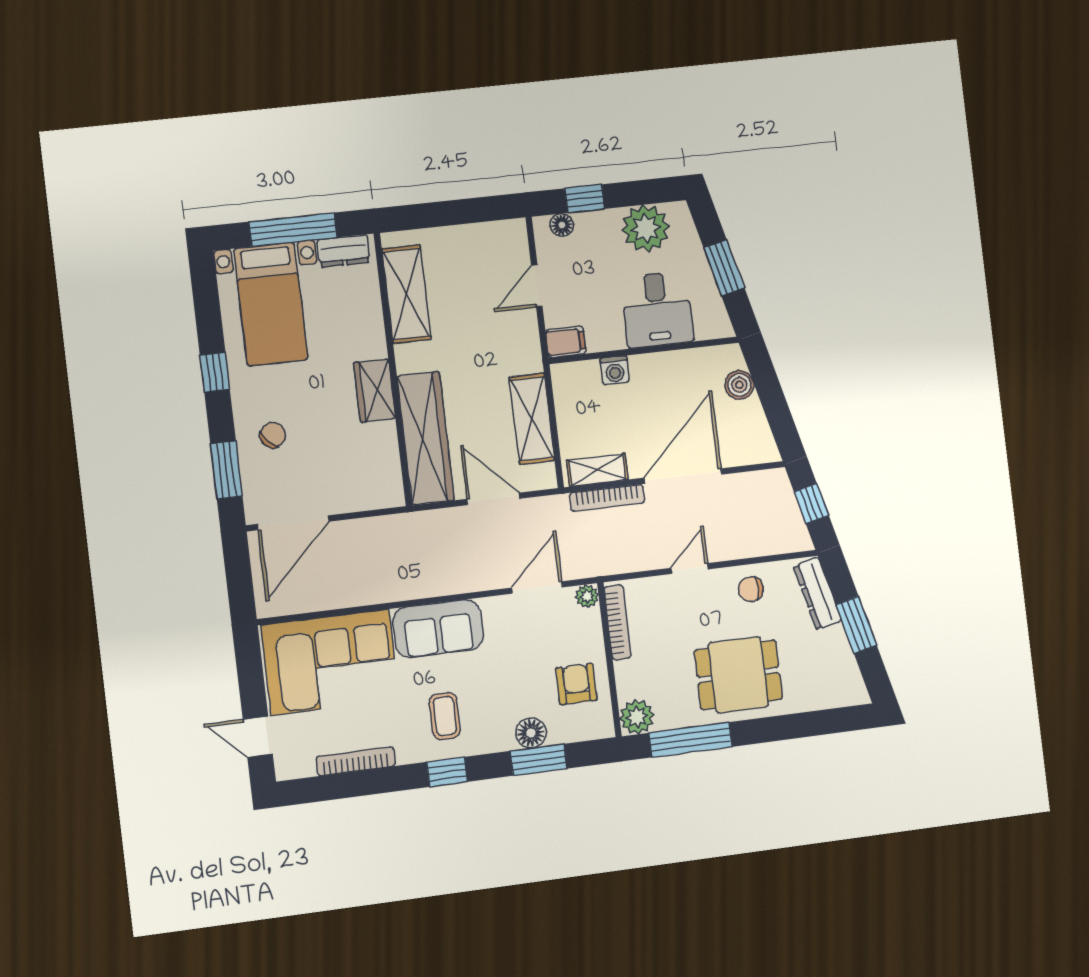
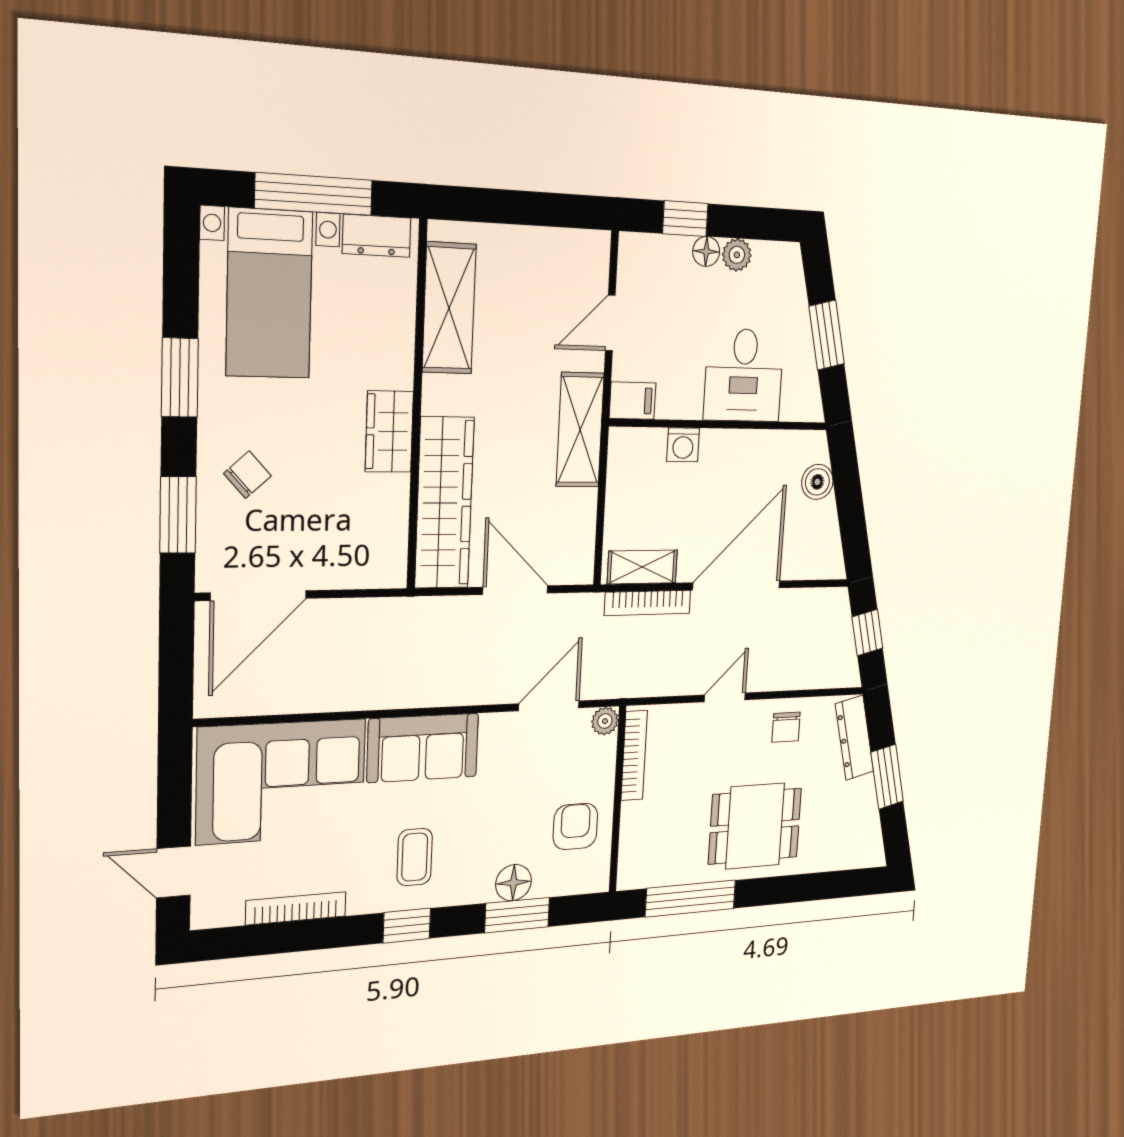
floor lamp: (562, 225) -> (706, 251), moved
plant: (646, 228) -> (737, 255), width x0.53, depth x0.53
window: (215, 372) -> (180, 378), width x1.50
shelving: (532, 419) -> (580, 430), moved
chair: (751, 589) -> (786, 727), turned -90
plant: (637, 717) -> (637, 869), removed

